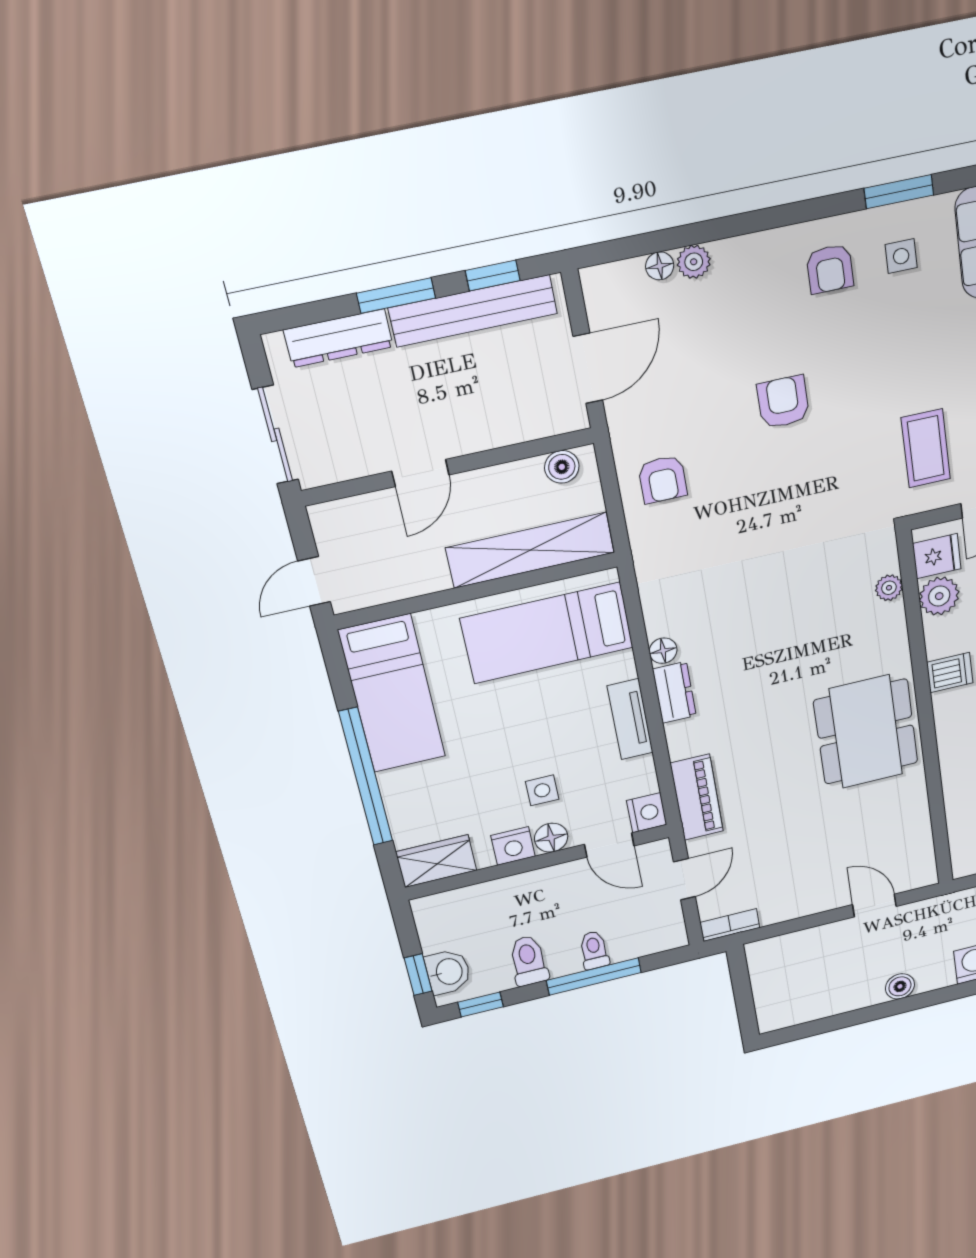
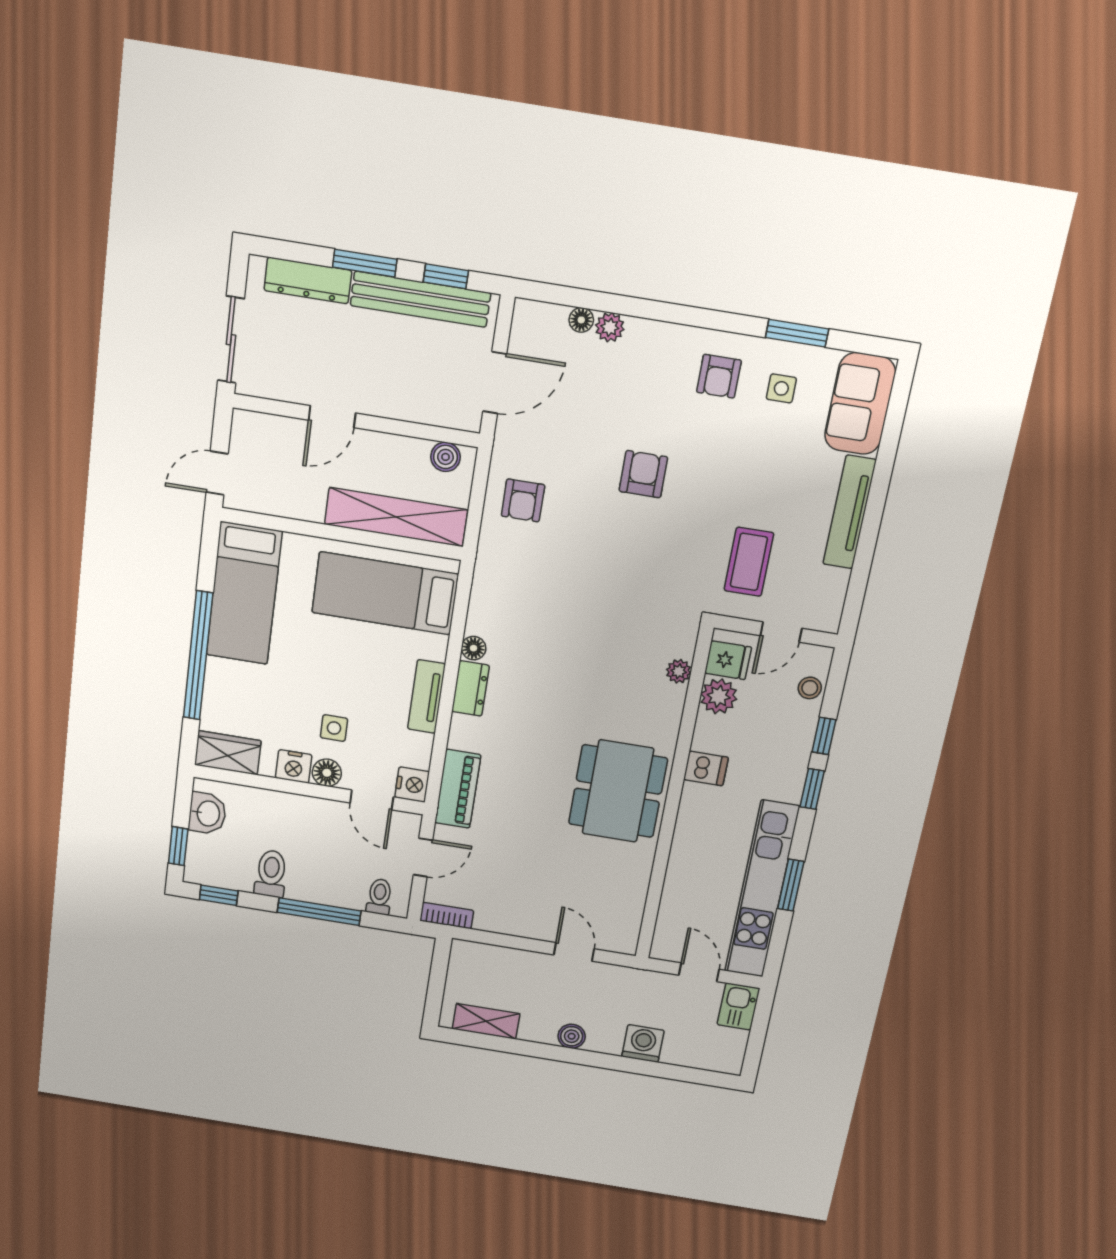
toilet: (594, 950) -> (379, 897), moved
washbasin: (448, 972) -> (207, 813), moved
shelving: (807, 1009) -> (486, 1021), added

